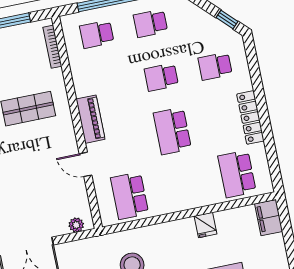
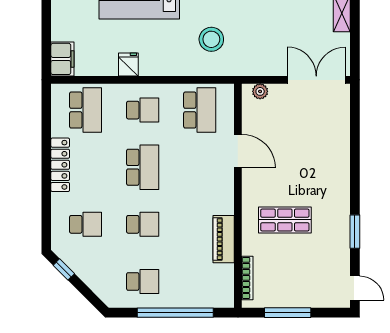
school desk: (97, 34) -> (143, 110), moved
piano: (90, 119) -> (224, 239), moved
door: (86, 164) -> (238, 151), width x1.38

